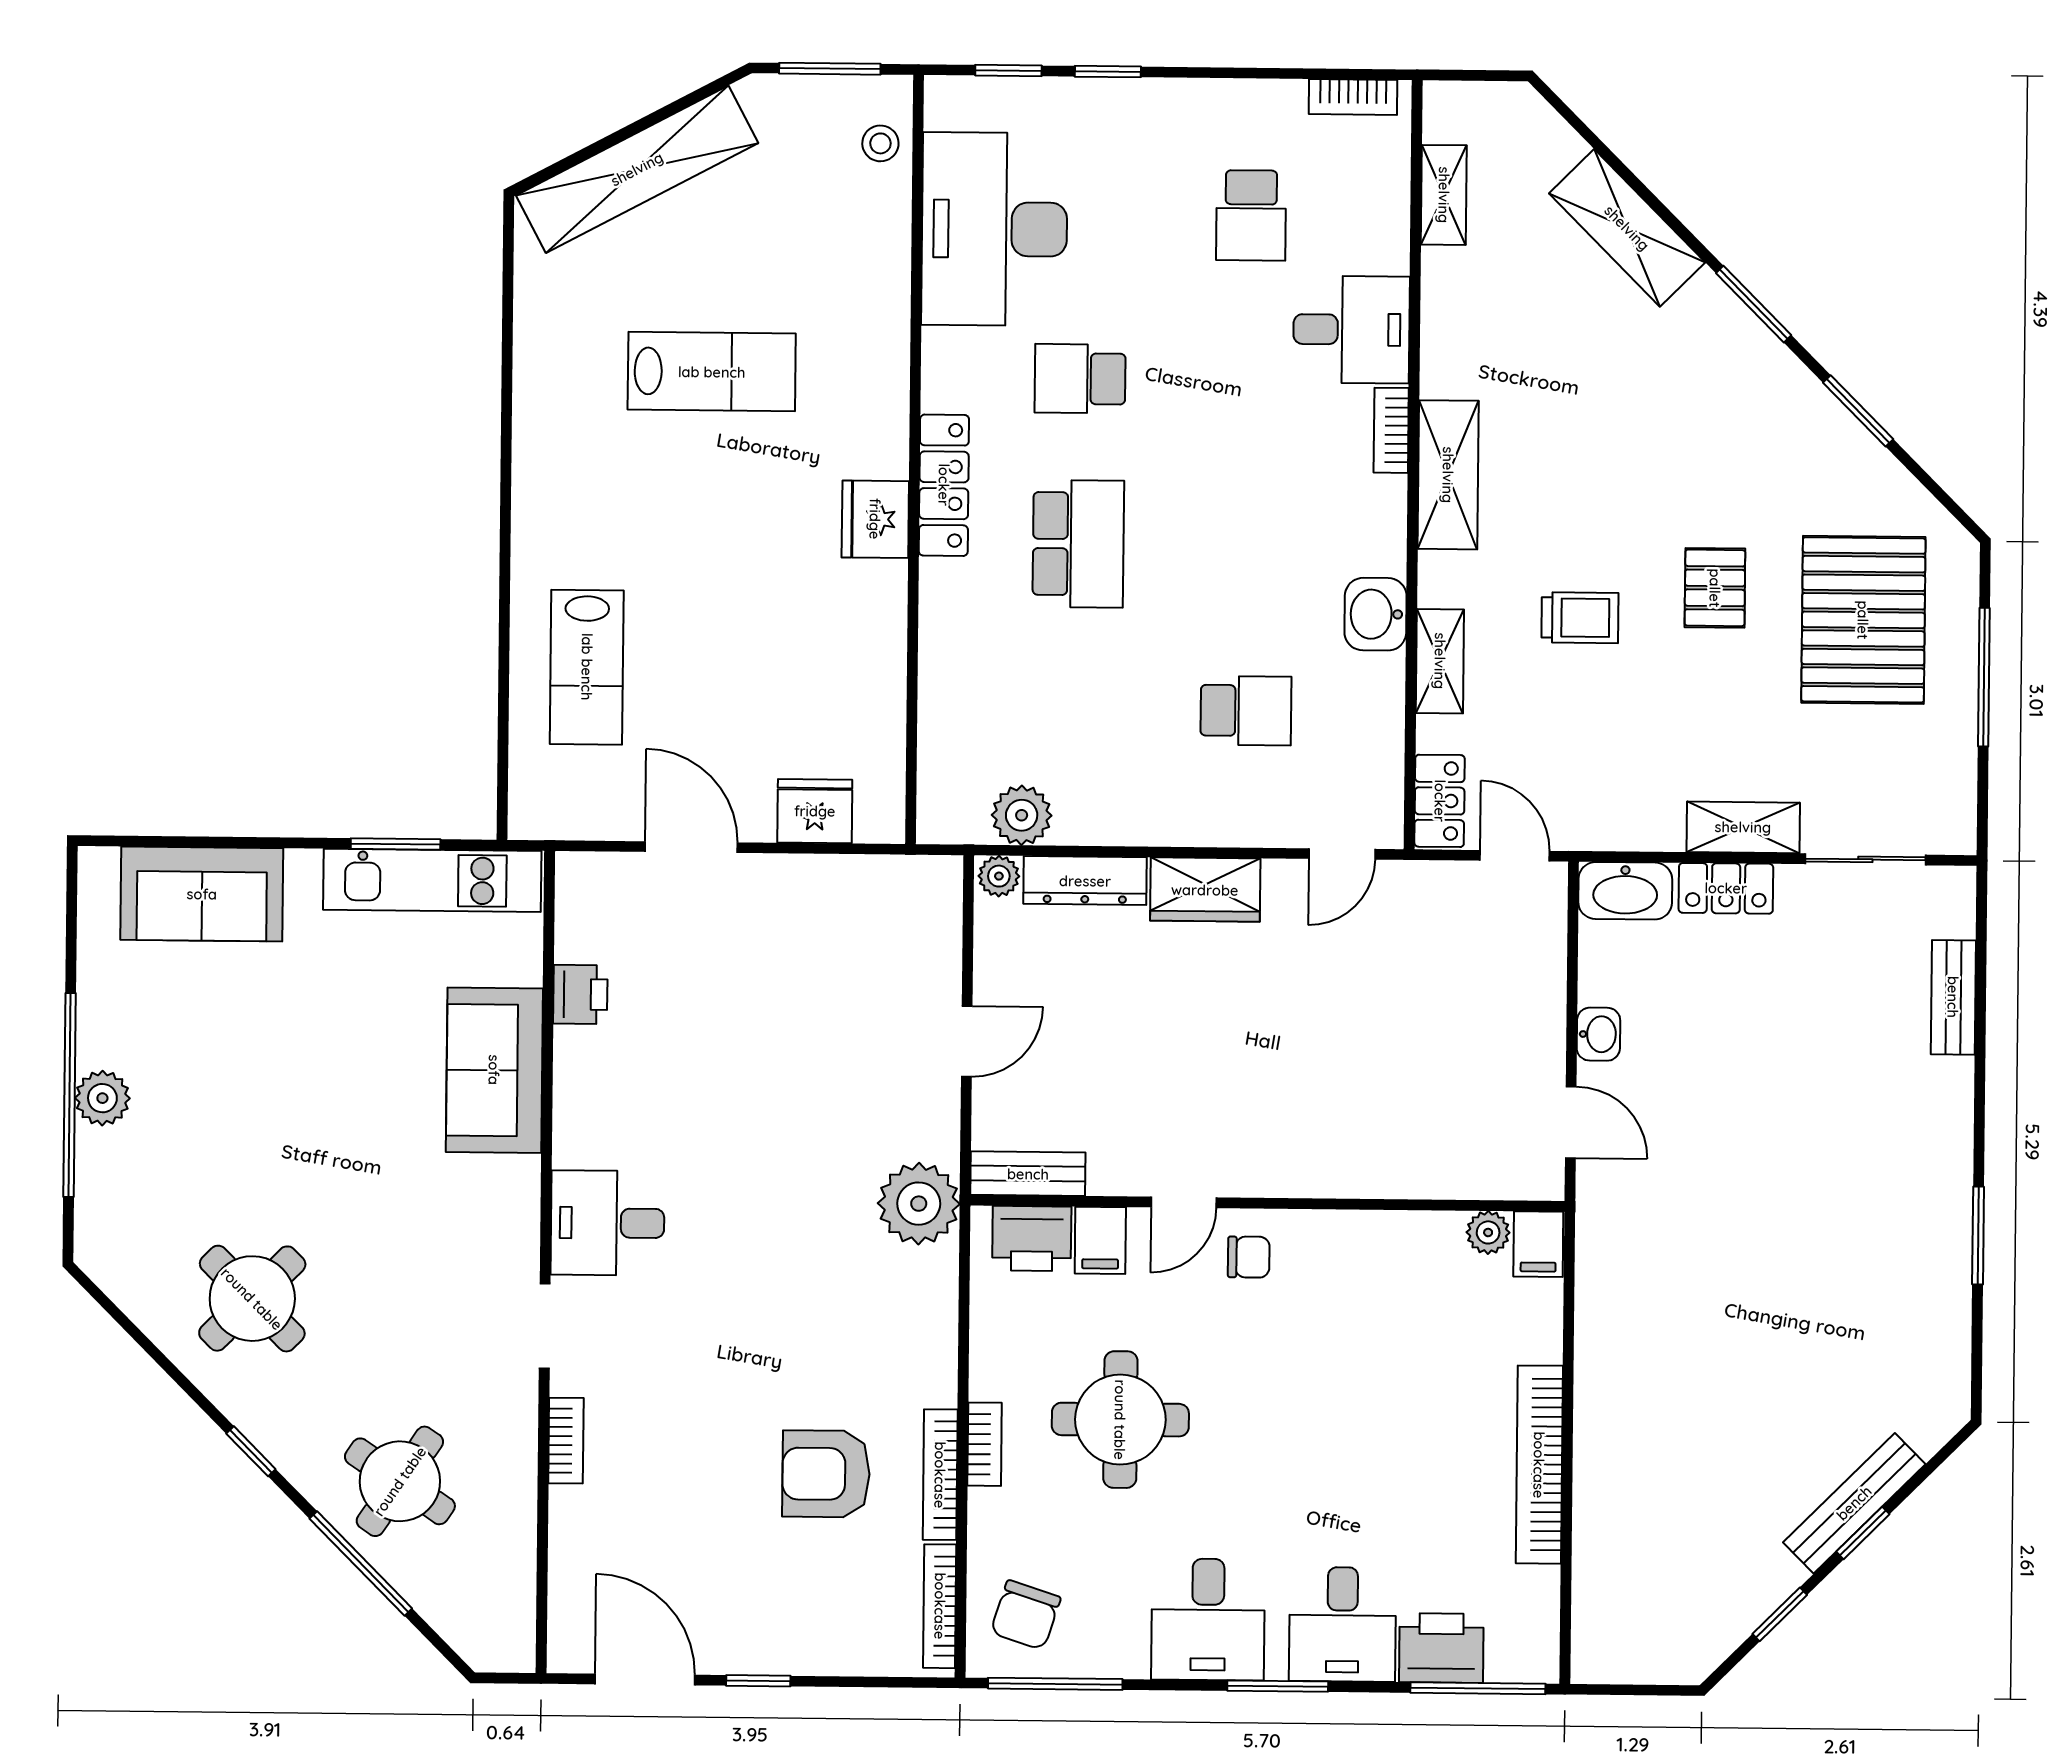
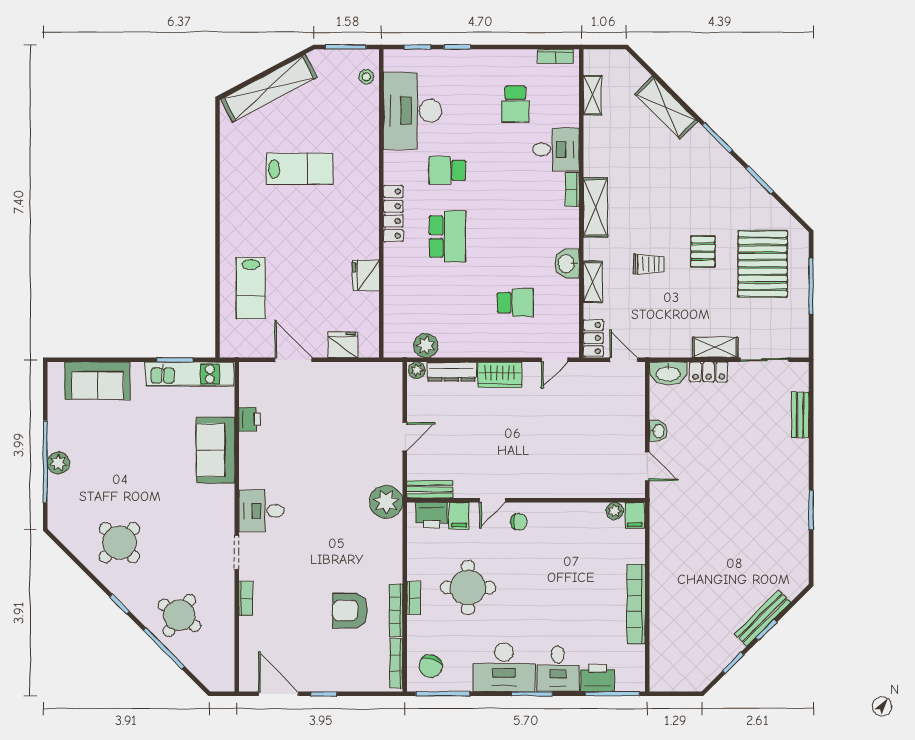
fridge: (875, 519) -> (366, 275), moved
desk: (1208, 1619) -> (504, 667), width x1.37

